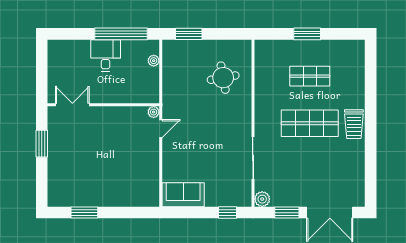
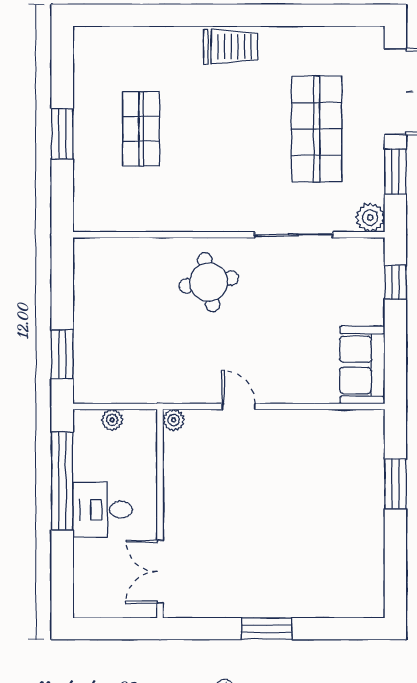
round table: (223, 78) -> (209, 282), moved
double door: (72, 105) -> (160, 572), moved
wall: (103, 105) -> (160, 514), moved
plant: (154, 112) -> (174, 420), moved
shop shelf: (310, 123) -> (317, 129), moved
window: (84, 213) -> (395, 484), moved

